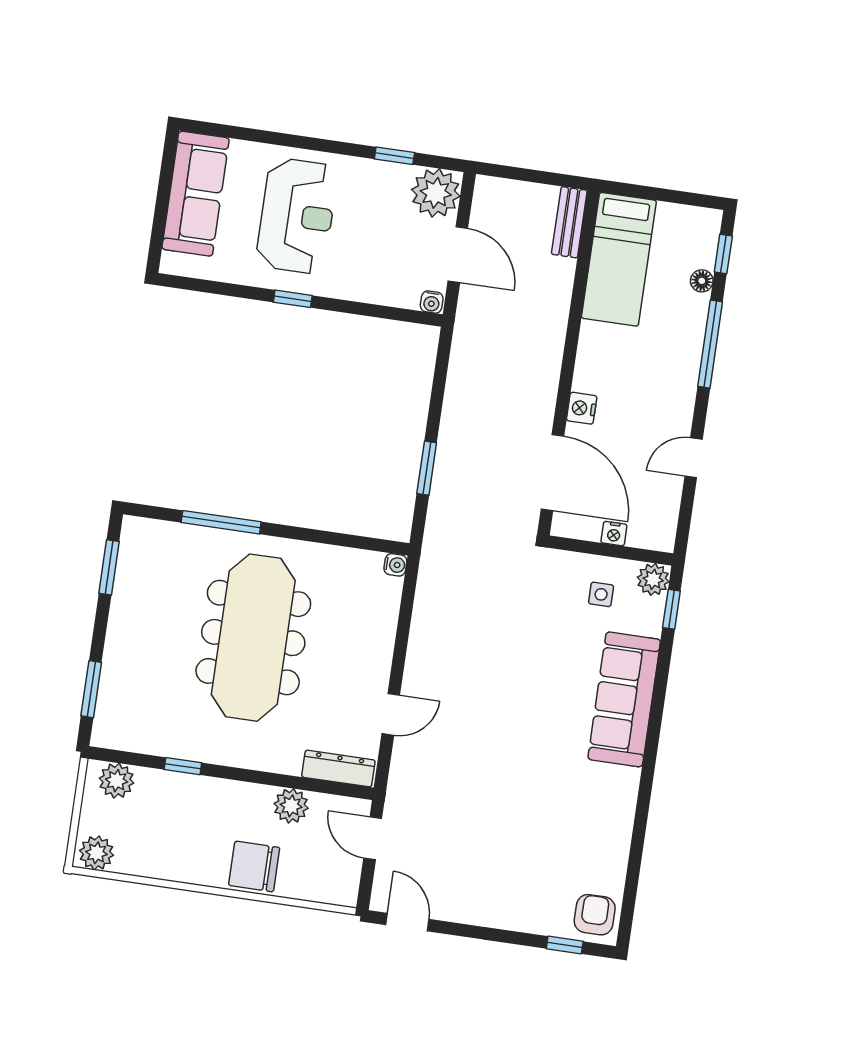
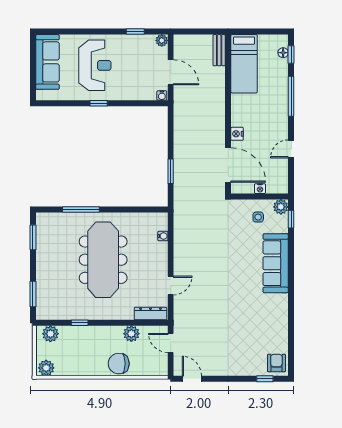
plant: (436, 193) -> (162, 40), width x0.53, depth x0.53
floor lamp: (702, 281) -> (283, 53), moved
water cooler: (395, 565) -> (163, 236), moved

